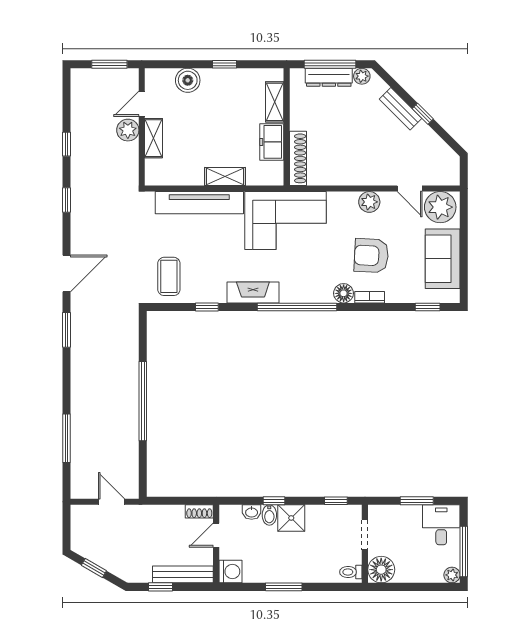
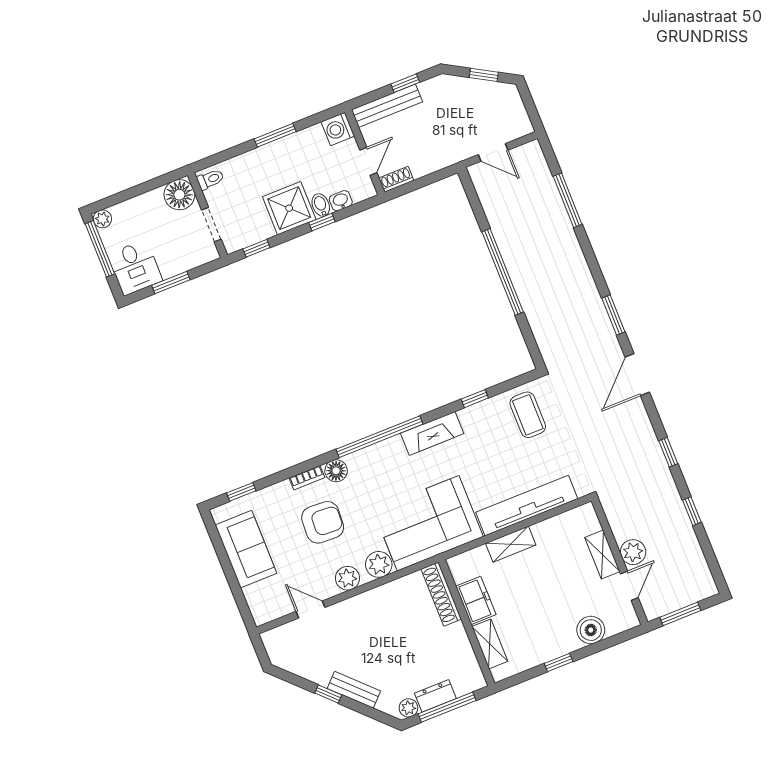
dresser: (329, 77) -> (435, 696), width x0.70
plant: (440, 207) -> (379, 564), moved, width x0.73, depth x0.73
shower: (291, 518) -> (289, 208), width x1.36, depth x1.36

